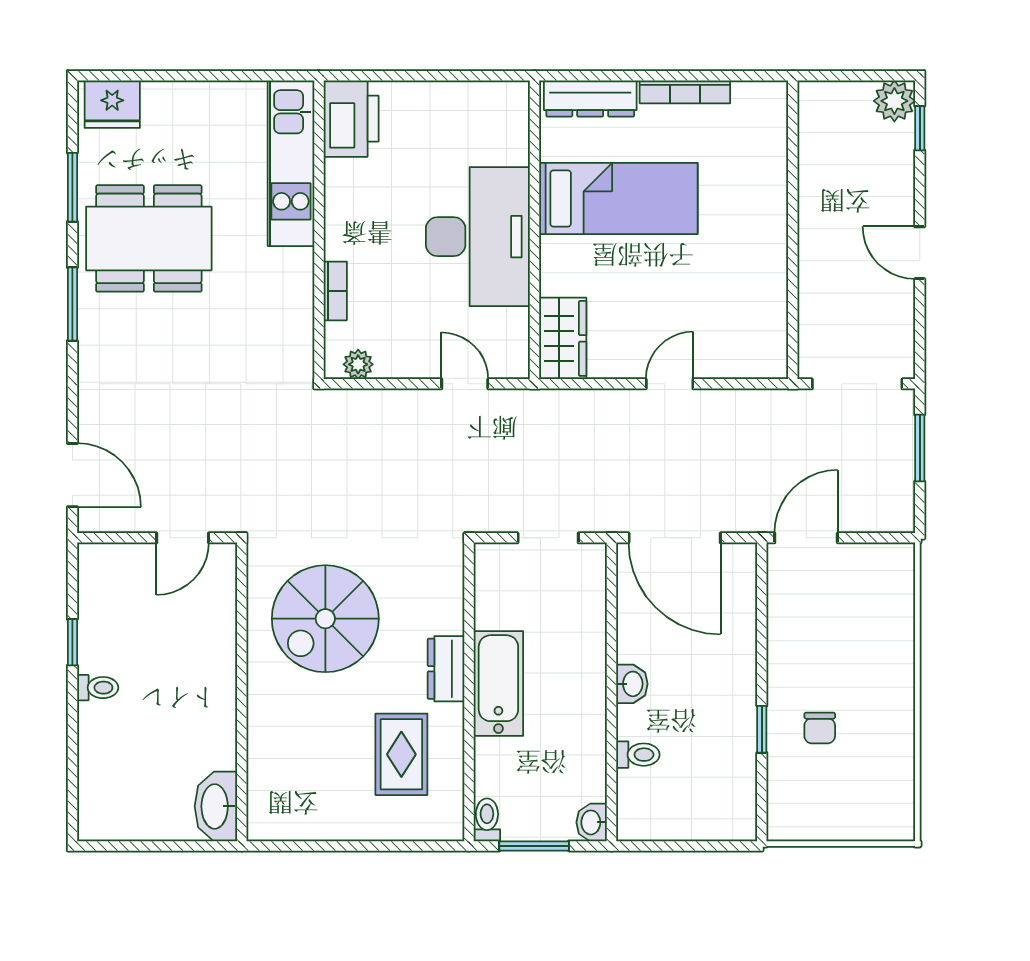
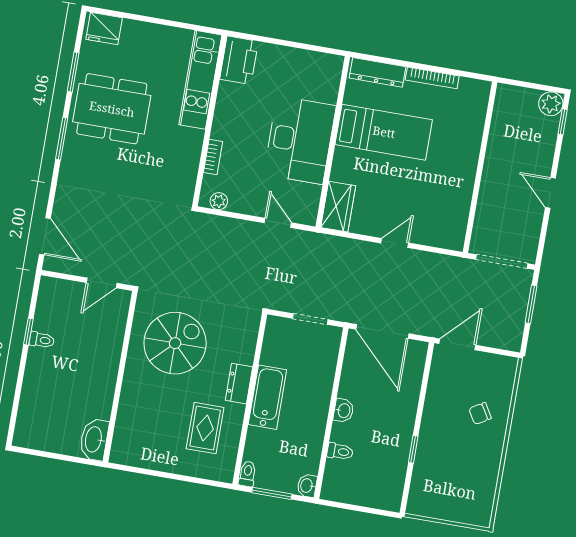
spiral stairs: (325, 619) -> (175, 343), turned 180
toilet: (98, 688) -> (42, 340), moved
chair: (820, 728) -> (480, 414), moved, turned 59

